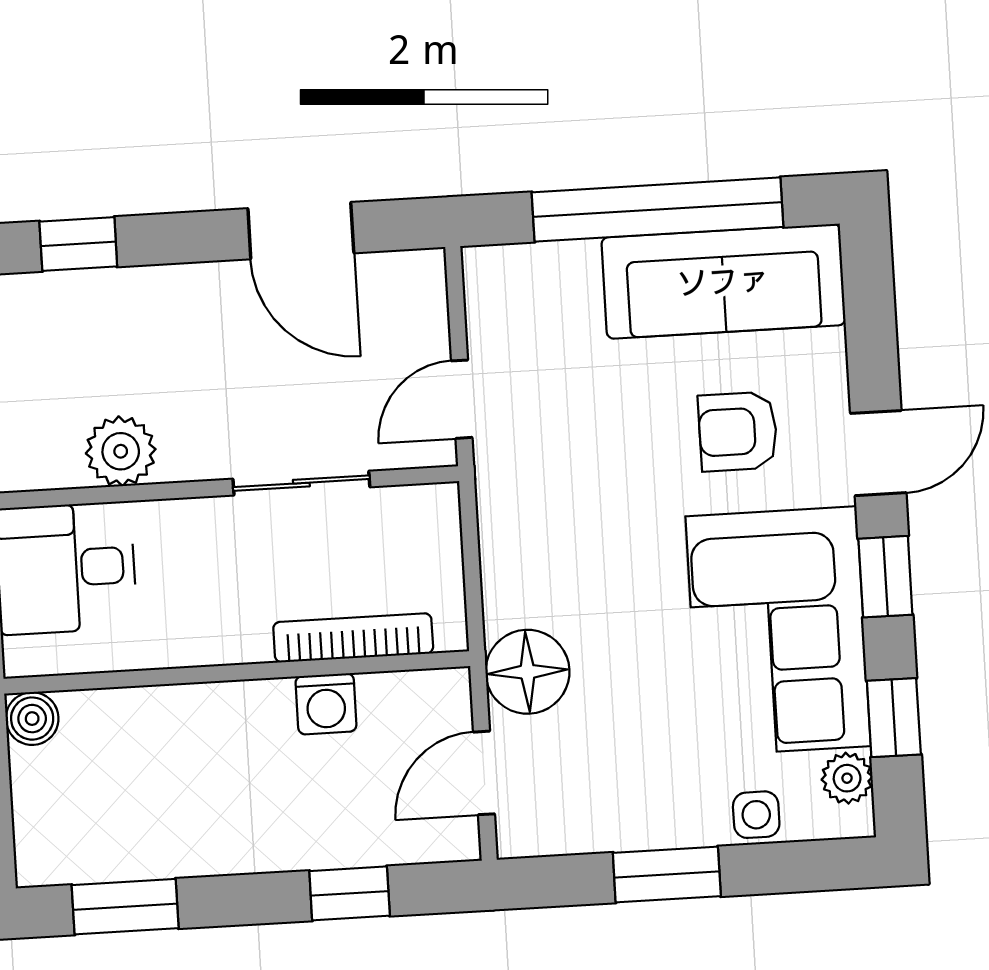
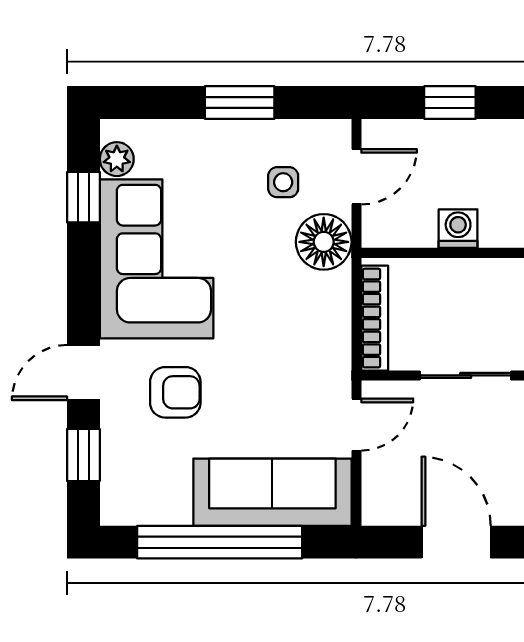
sofa: (723, 281) -> (272, 492), moved
window: (885, 577) -> (83, 455), moved
bookcase: (353, 638) -> (375, 318), moved, turned -90
side table: (756, 815) -> (283, 182), moved

